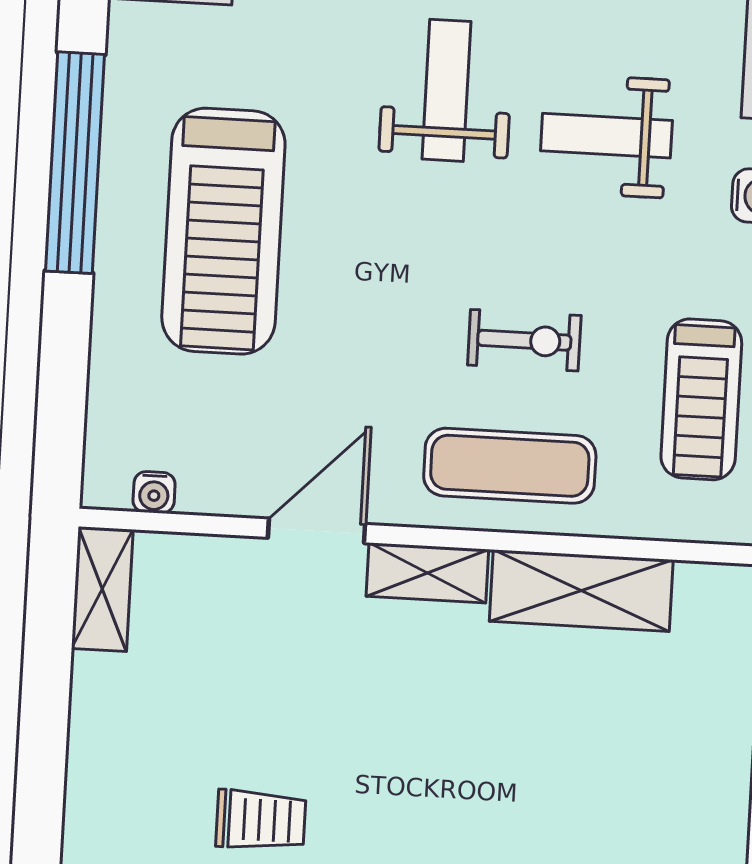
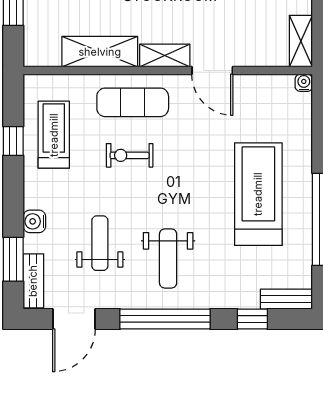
weight bench: (606, 136) -> (100, 243), turned -90
water cooler: (154, 492) -> (304, 83), moved
door: (316, 531) -> (212, 70), hinge flipped

